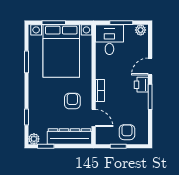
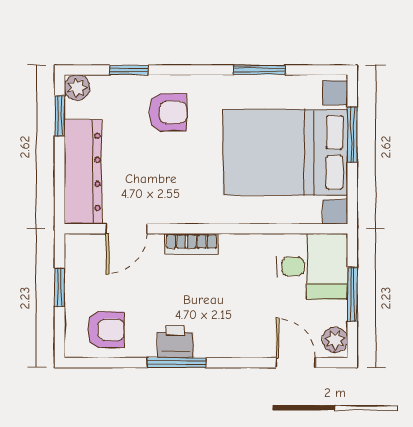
door: (150, 66) -> (296, 363), moved
printer: (141, 85) -> (175, 342), moved
armchair: (72, 101) -> (168, 112), moved
armchair: (127, 132) -> (106, 330), moved

